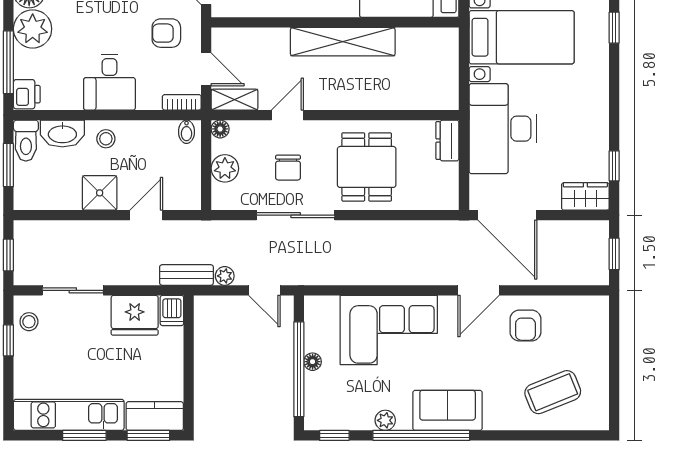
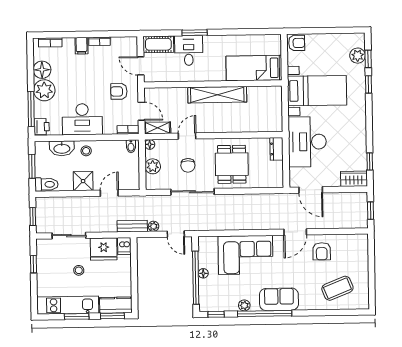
desk: (110, 82) -> (82, 119), width x1.37
toilet: (26, 141) -> (46, 184), moved, turned -90
door: (507, 215) -> (311, 190), width x0.73
stool: (29, 322) -> (79, 270), moved

